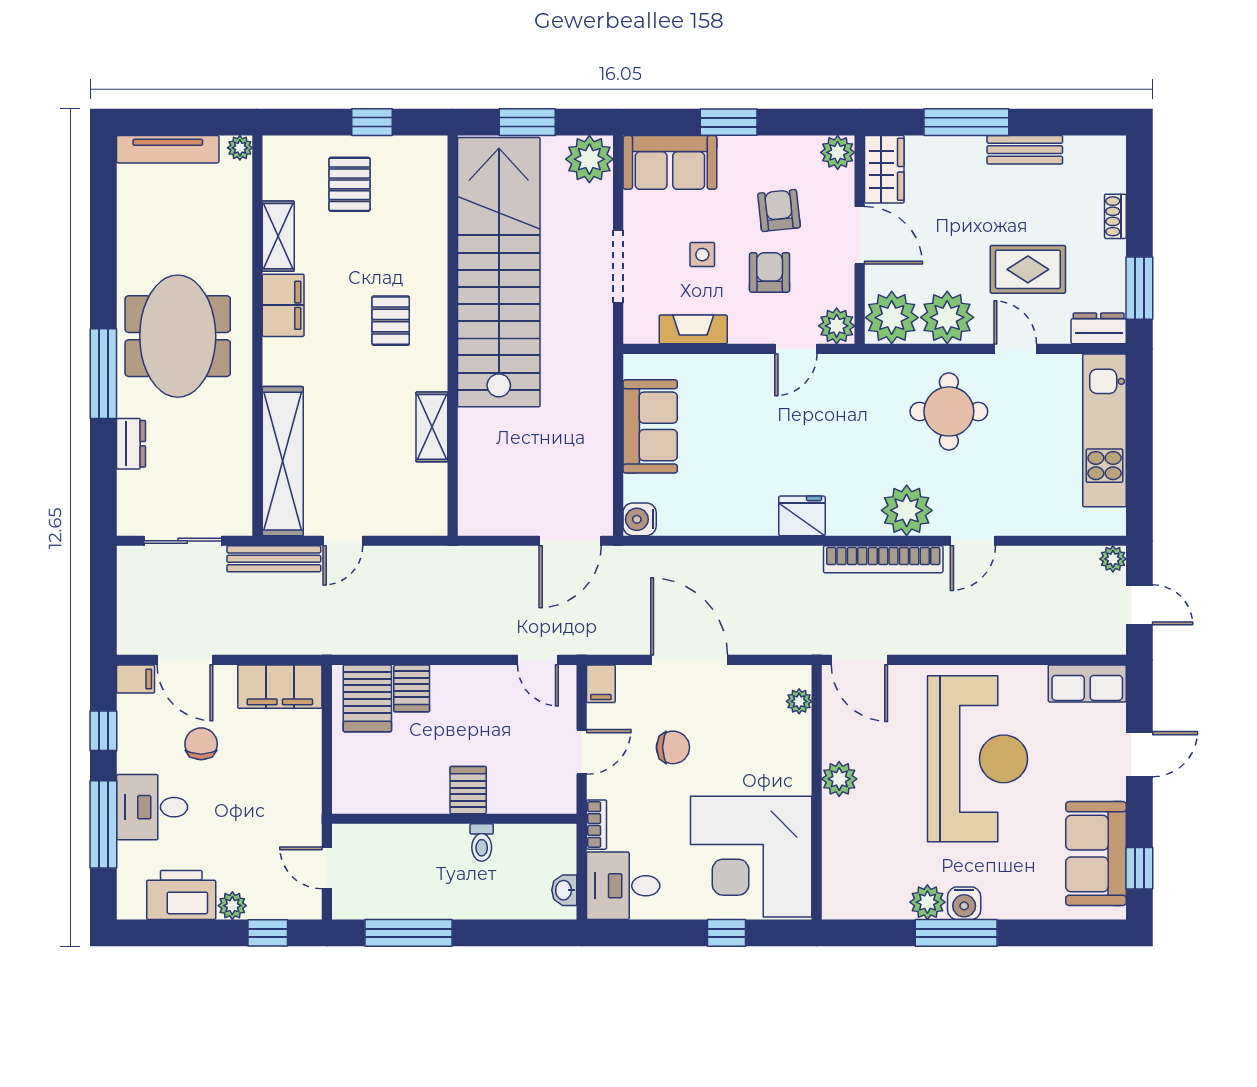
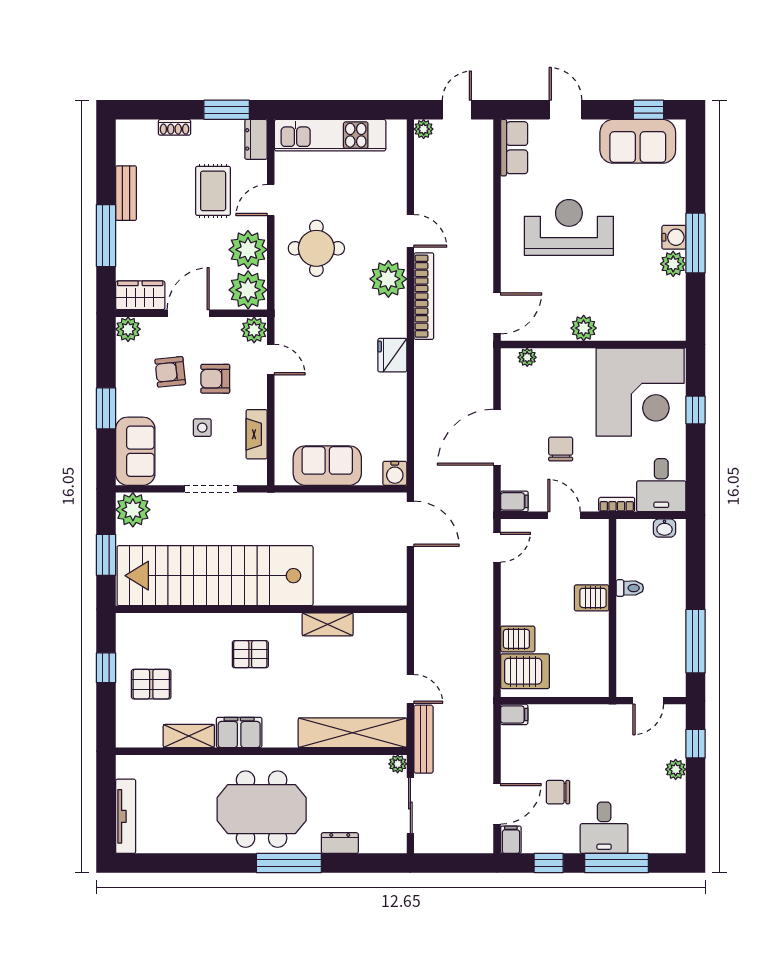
plant: (240, 148) -> (398, 764), moved
filing cabinet: (280, 687) -> (514, 714), width x0.33, depth x0.86
reception desk: (978, 759) -> (569, 227), width x0.74, depth x0.77
printer: (181, 895) -> (668, 807), removed

